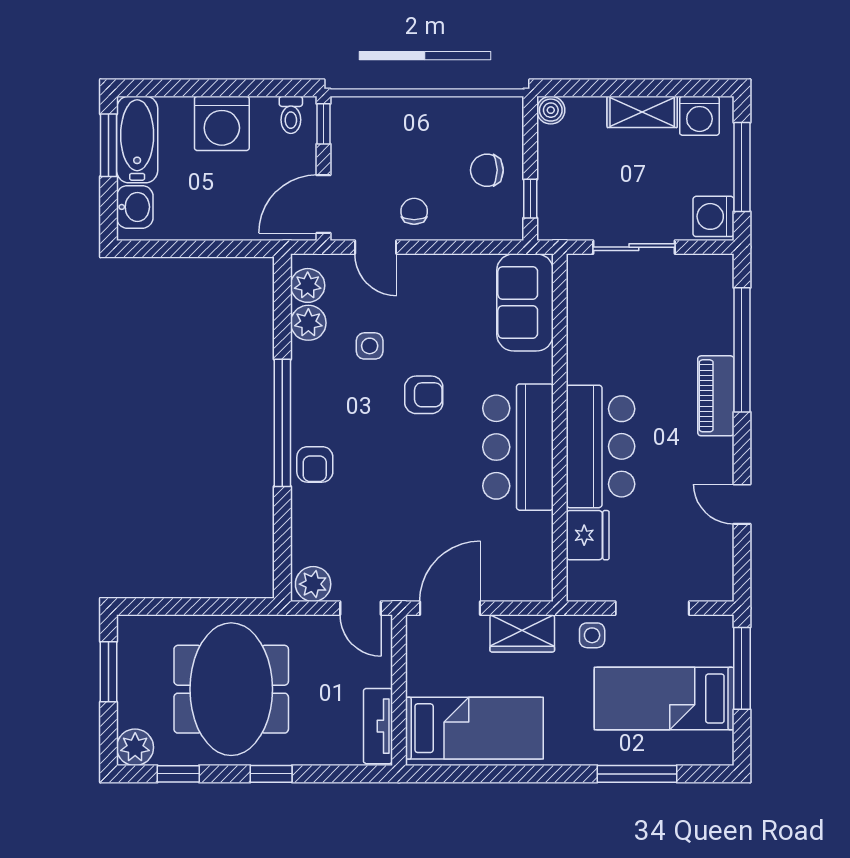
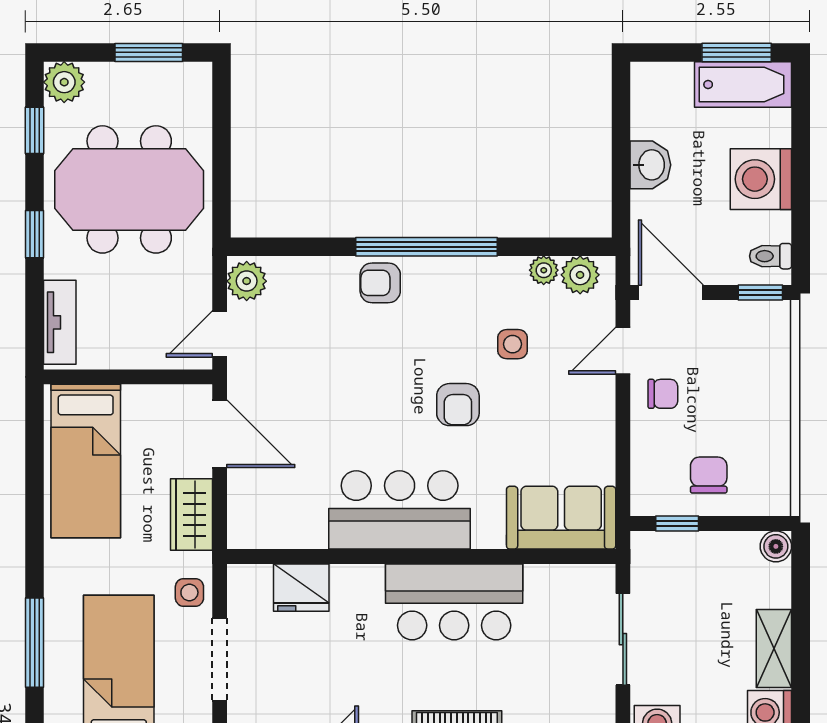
washbasin: (135, 207) -> (650, 165), moved, turned -90
plant: (308, 323) -> (544, 270), width x0.73, depth x0.73
bar counter: (600, 446) -> (454, 602), moved
tv unit: (378, 726) -> (60, 322), moved, turned 90

